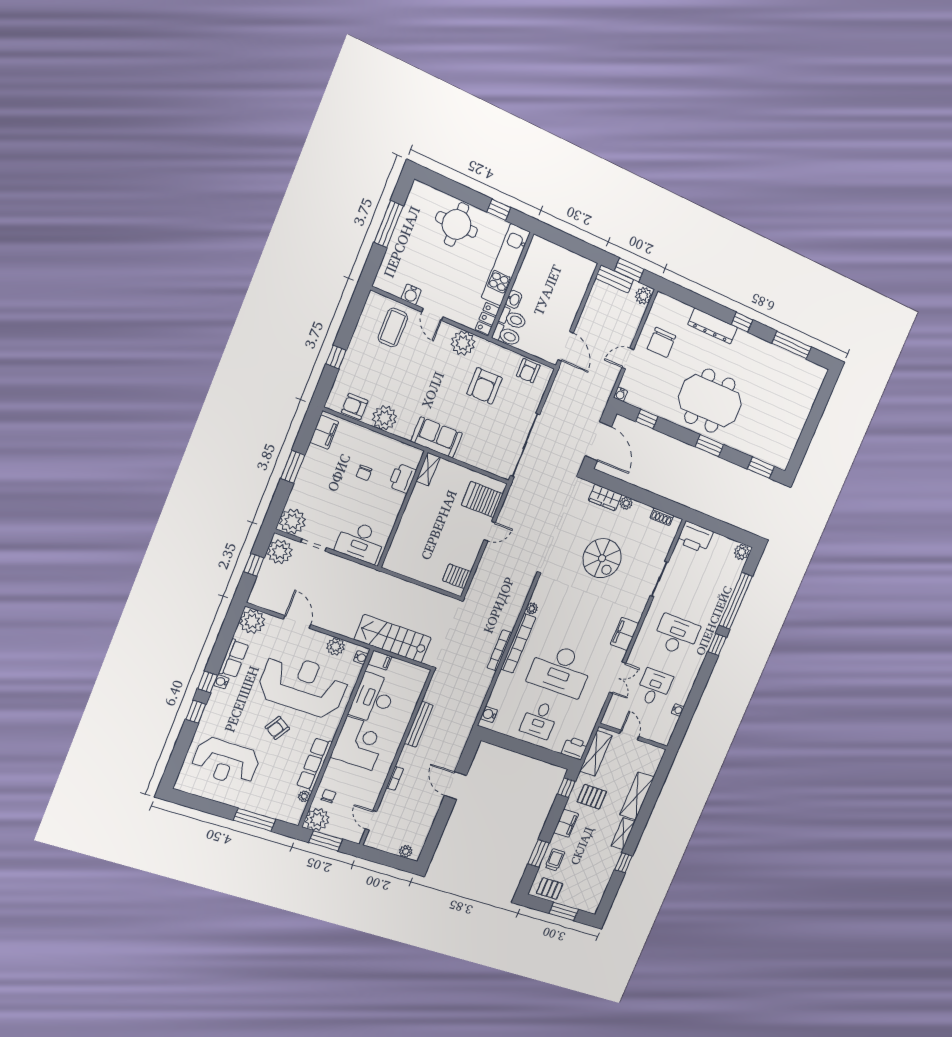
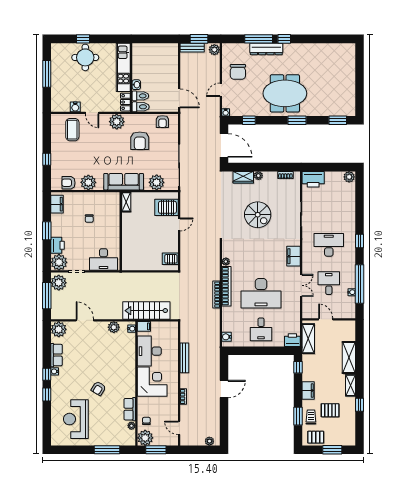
window: (499, 210) -> (83, 39), moved
window: (792, 345) -> (259, 39), moved
sofa: (437, 437) -> (124, 182), width x1.36
plant: (483, 457) -> (157, 182), added
printer: (402, 478) -> (58, 245), moved, turned 180
window: (254, 565) -> (47, 296), width x2.17
window: (736, 601) -> (360, 284), moved
reception desk: (303, 685) -> (104, 357), removed
reception desk: (226, 762) -> (76, 419), turned 90
row of seats: (314, 764) -> (130, 409), width x0.68
door: (455, 786) -> (224, 389), swing flipped
pallet: (592, 797) -> (330, 410), moved

